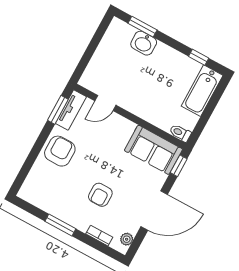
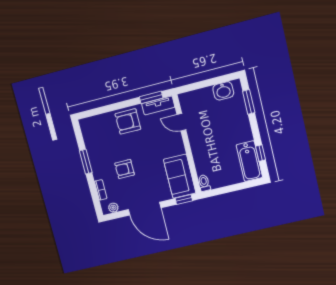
washbasin: (144, 43) -> (223, 91), moved, turned -90
bathtub: (202, 91) -> (249, 161), moved, turned -90
armchair: (60, 151) -> (128, 121), turned 180

